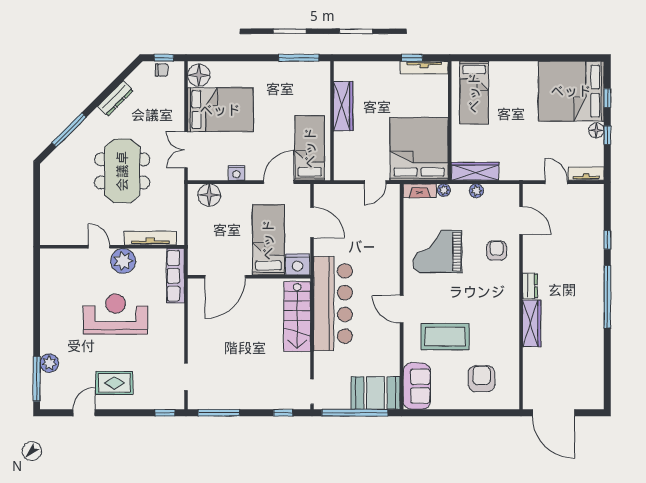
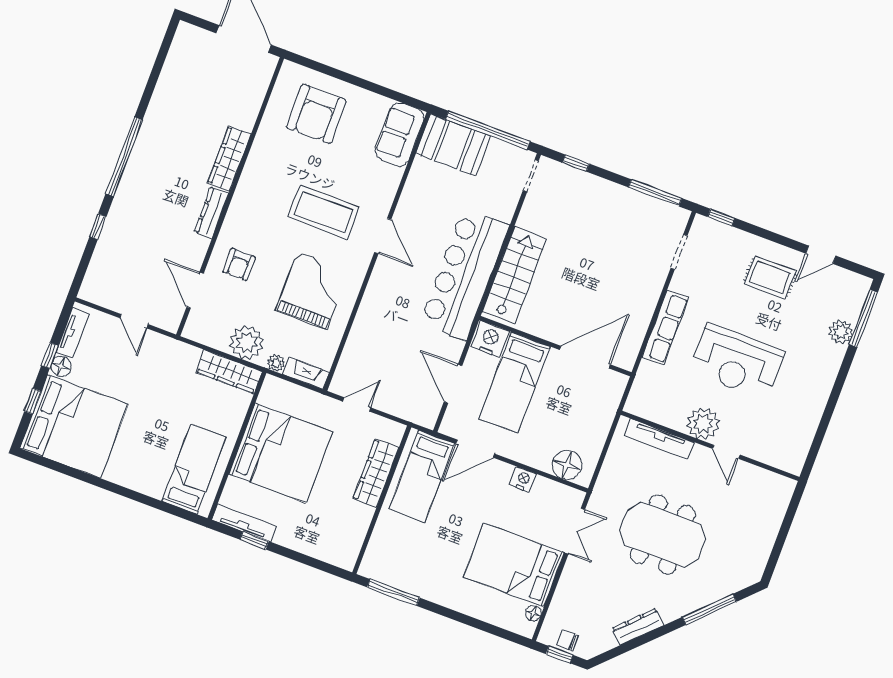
floor lamp: (199, 75) -> (533, 613), width x0.53, depth x0.53
wardrobe: (343, 106) -> (376, 473), moved
bed: (419, 149) -> (281, 453), moved, turned -90
meeting table: (122, 171) -> (663, 535), turned 90
tv unit: (586, 174) -> (72, 333), moved, turned -90
plant: (476, 191) -> (247, 343), width x1.87, depth x1.87
grand piano: (437, 252) -> (312, 290), turned -90
row of seats: (175, 276) -> (665, 327), moved
dresser: (530, 286) -> (211, 213), width x1.44
coffee table: (445, 337) -> (324, 212), moved
armchair: (482, 379) -> (316, 114), width x1.36, depth x1.36

